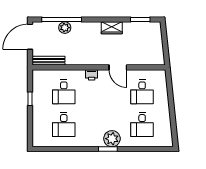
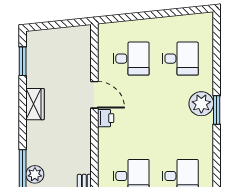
door: (118, 67) -> (94, 95), hinge flipped
printer: (92, 75) -> (106, 118), moved

